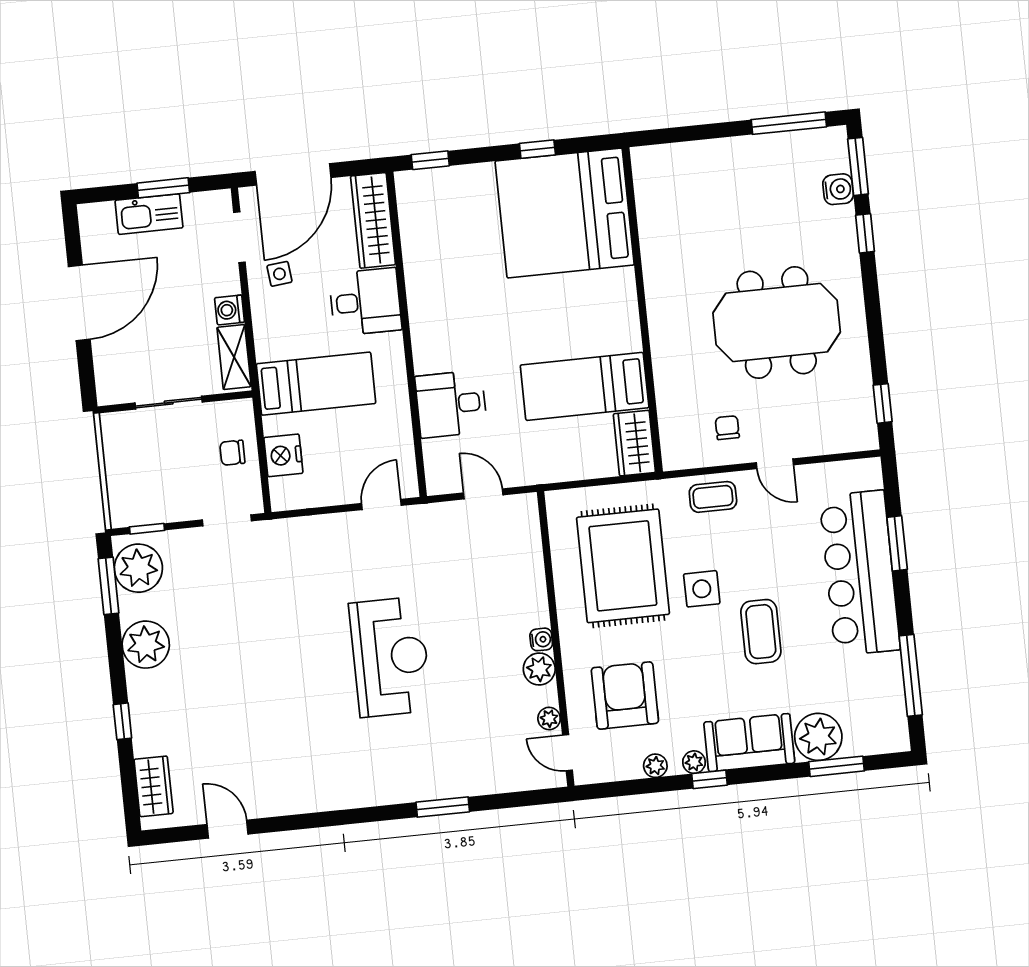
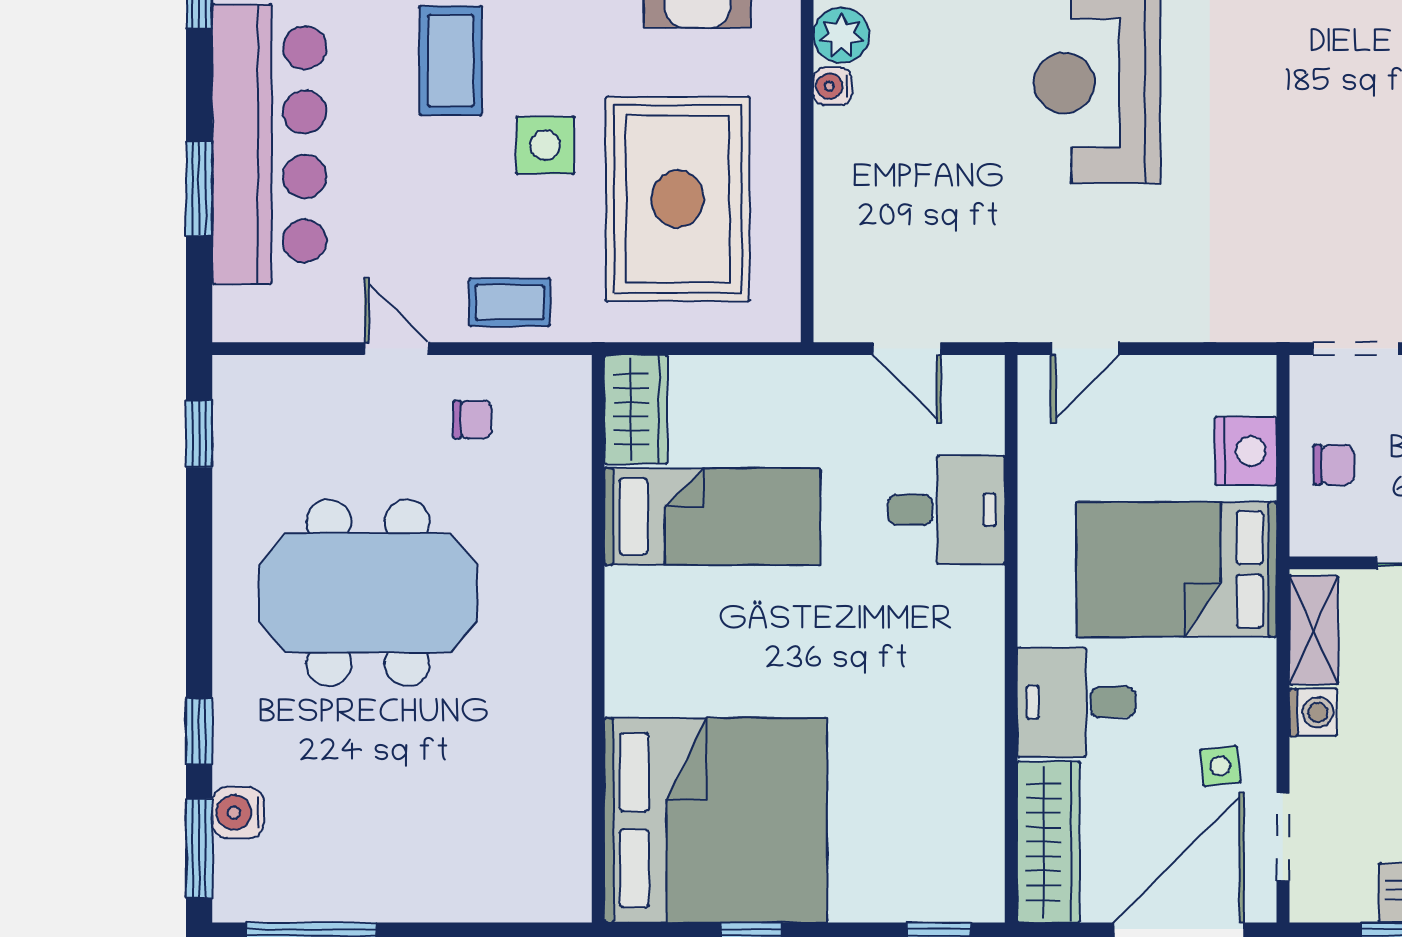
bed: (316, 384) -> (1177, 569), width x1.50
chair: (727, 428) -> (472, 420), turned -90

